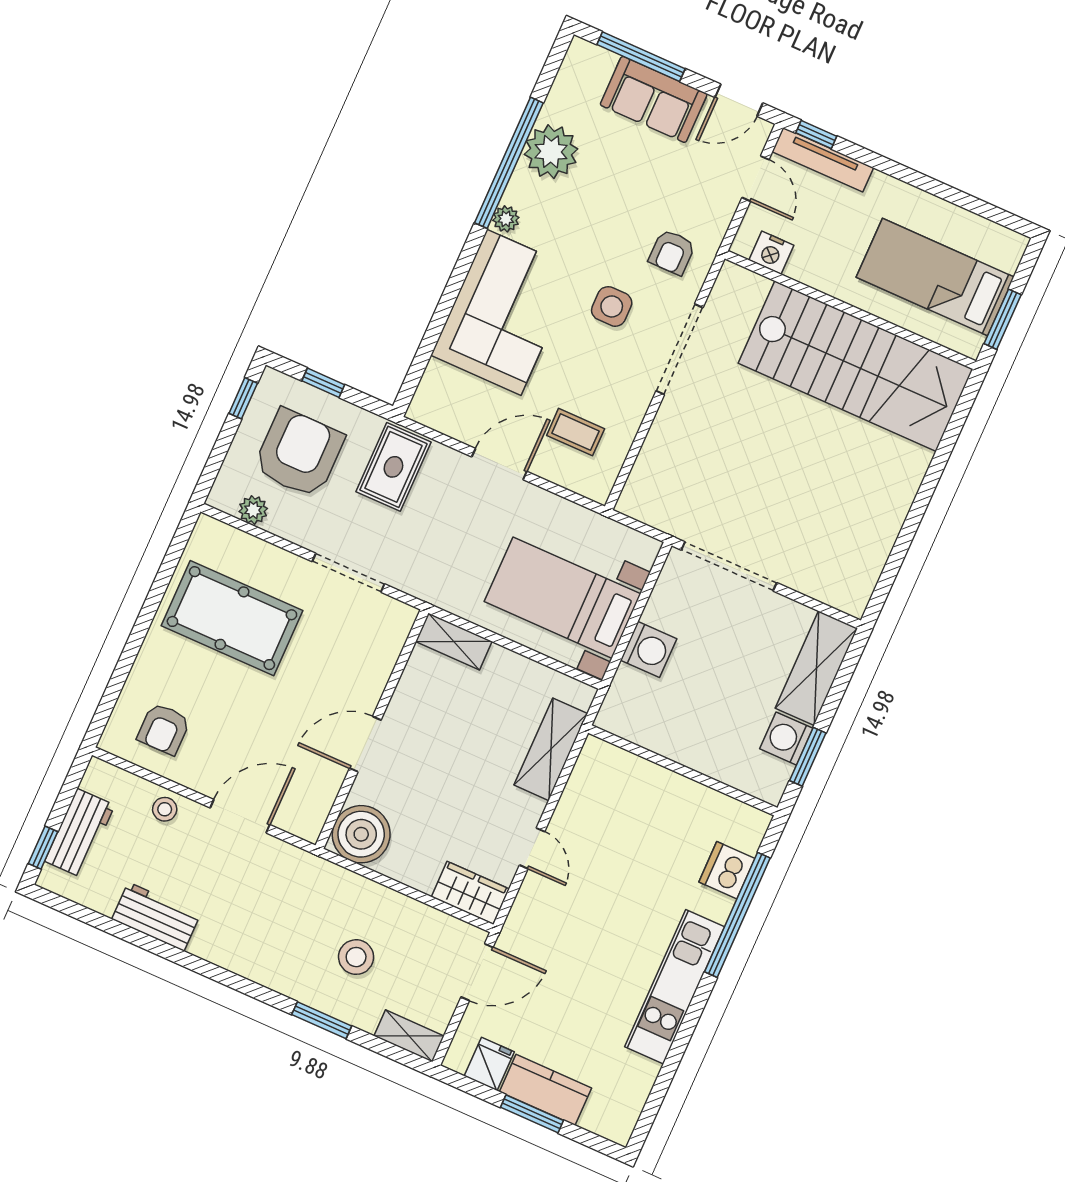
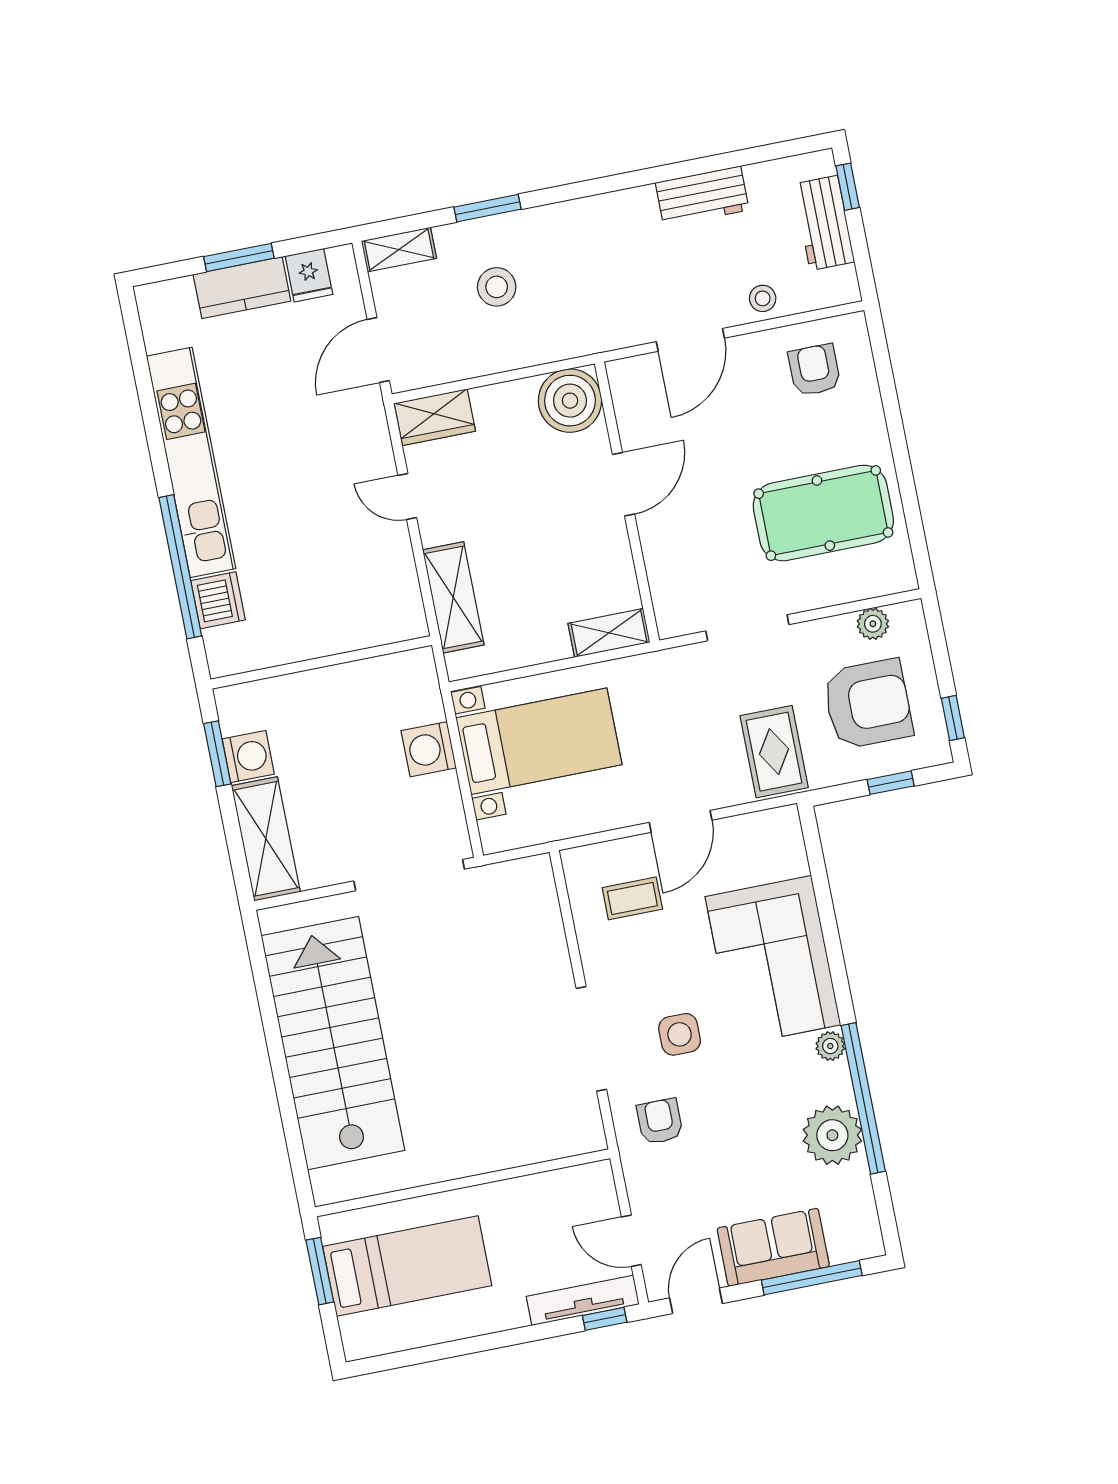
nightstand: (771, 253) -> (570, 1184), removed
stairs: (856, 366) -> (333, 1043), moved, turned 90
armchair: (299, 453) -> (868, 704), turned -90
kitchen unit: (675, 987) -> (191, 462), width x1.36

